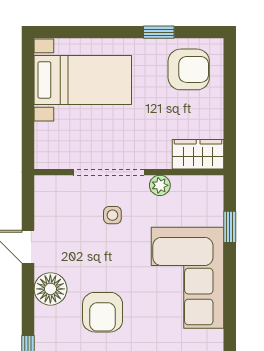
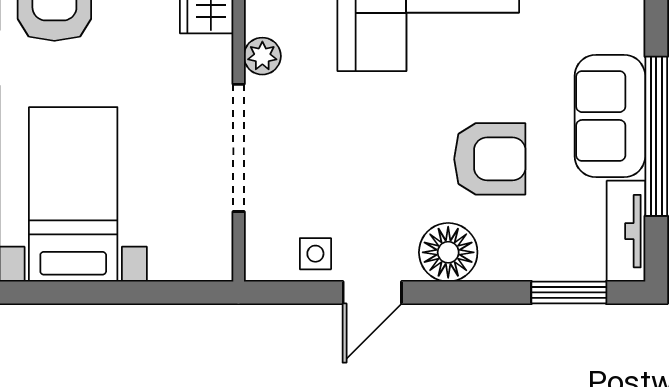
side table: (112, 215) -> (315, 254), moved

